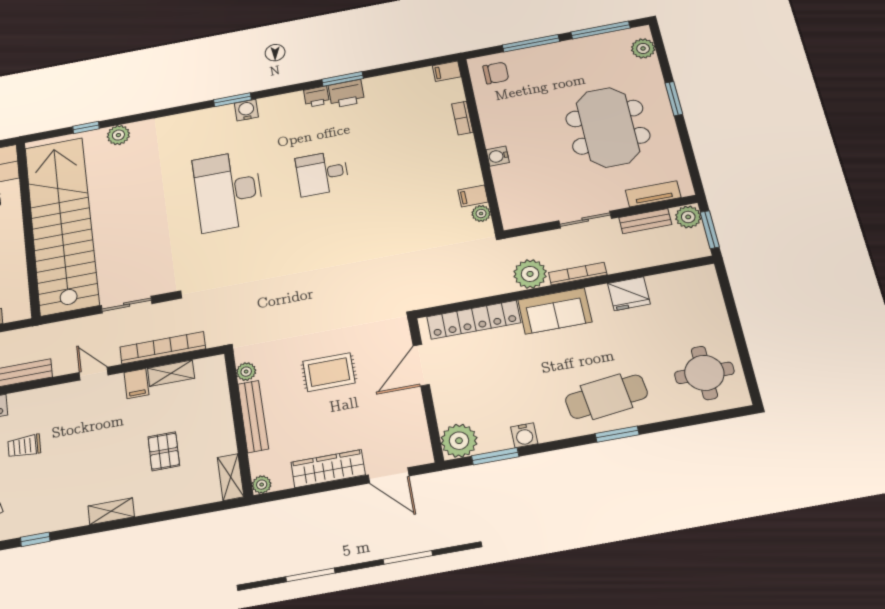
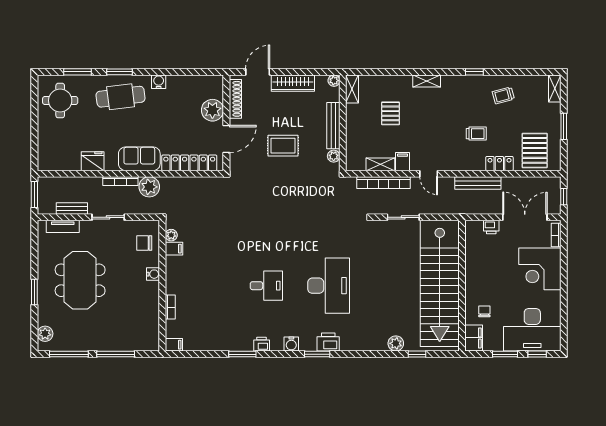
chair: (496, 73) -> (144, 243), moved
printer: (346, 94) -> (328, 342), moved
water cooler: (246, 110) -> (291, 344), moved
plant: (688, 217) -> (45, 206), removed
shoe rack: (418, 428) -> (235, 99), added
water cooler: (524, 435) -> (159, 82), moved
plant: (459, 441) -> (212, 110), moved
window: (495, 456) -> (77, 72), moved
door: (389, 475) -> (258, 72), hinge flipped

